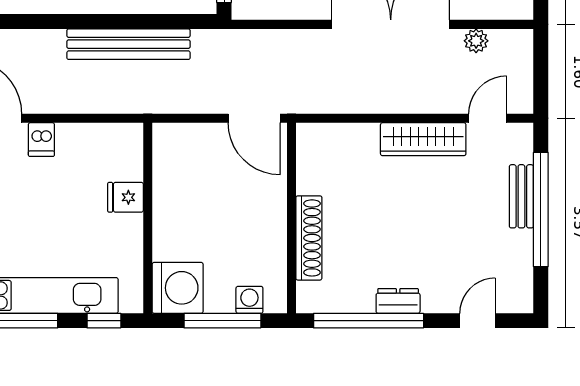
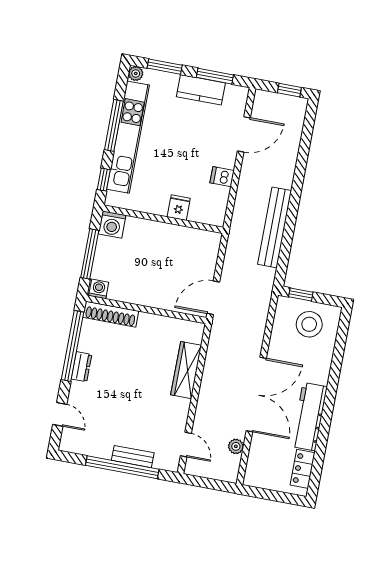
dishwasher: (41, 139) -> (222, 177), moved
wardrobe: (423, 139) -> (186, 370), moved
shoe rack: (309, 238) -> (111, 314), moved
washing machine: (178, 288) -> (112, 225), width x0.73, depth x0.73
washing machine: (249, 300) -> (99, 289), moved, turned -90

